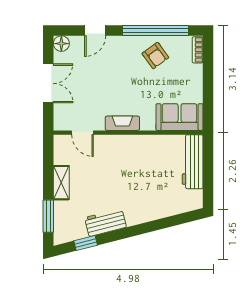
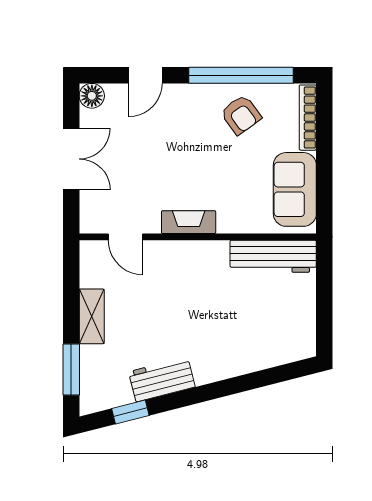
bookcase: (198, 50) -> (308, 118), width x1.56
sofa: (180, 117) -> (295, 189), moved, turned -90
workbench: (193, 162) -> (273, 256), moved, turned -90

